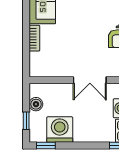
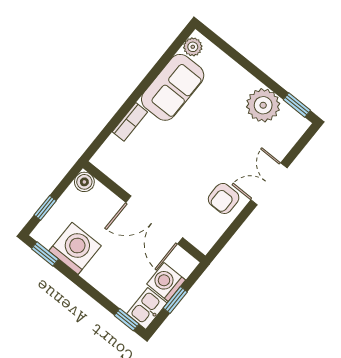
double door: (90, 80) -> (154, 220), width x1.37
boiler: (36, 104) -> (84, 182), moved

